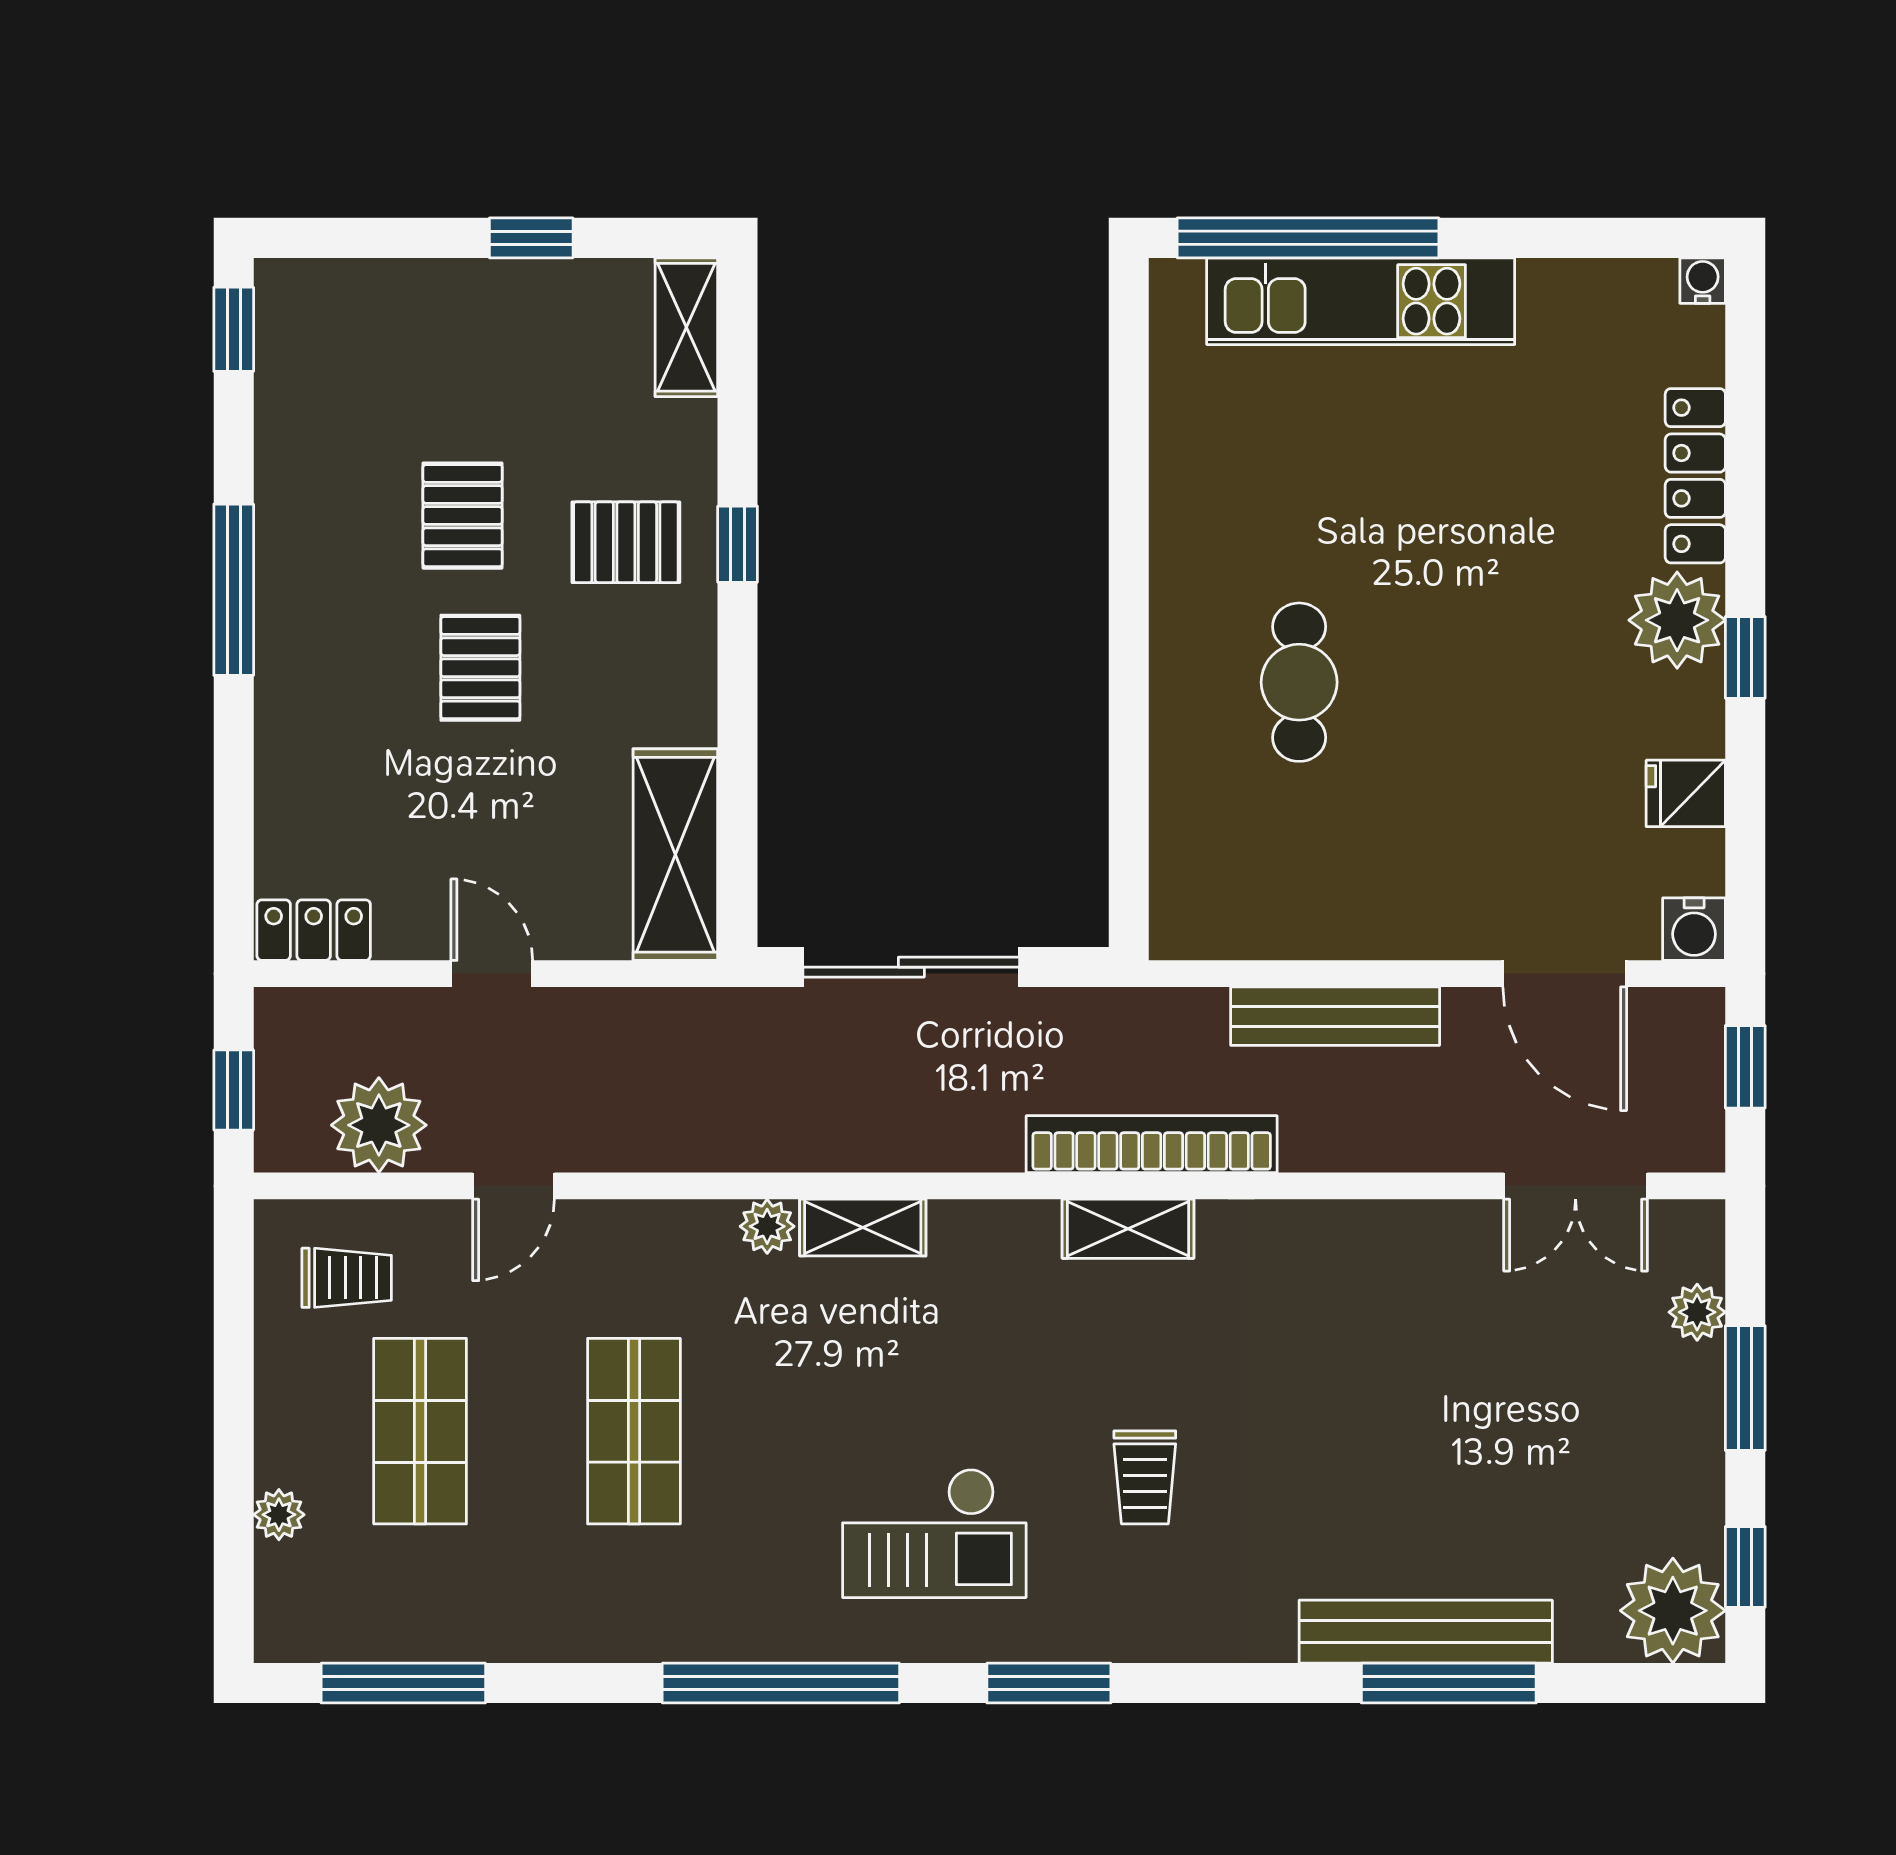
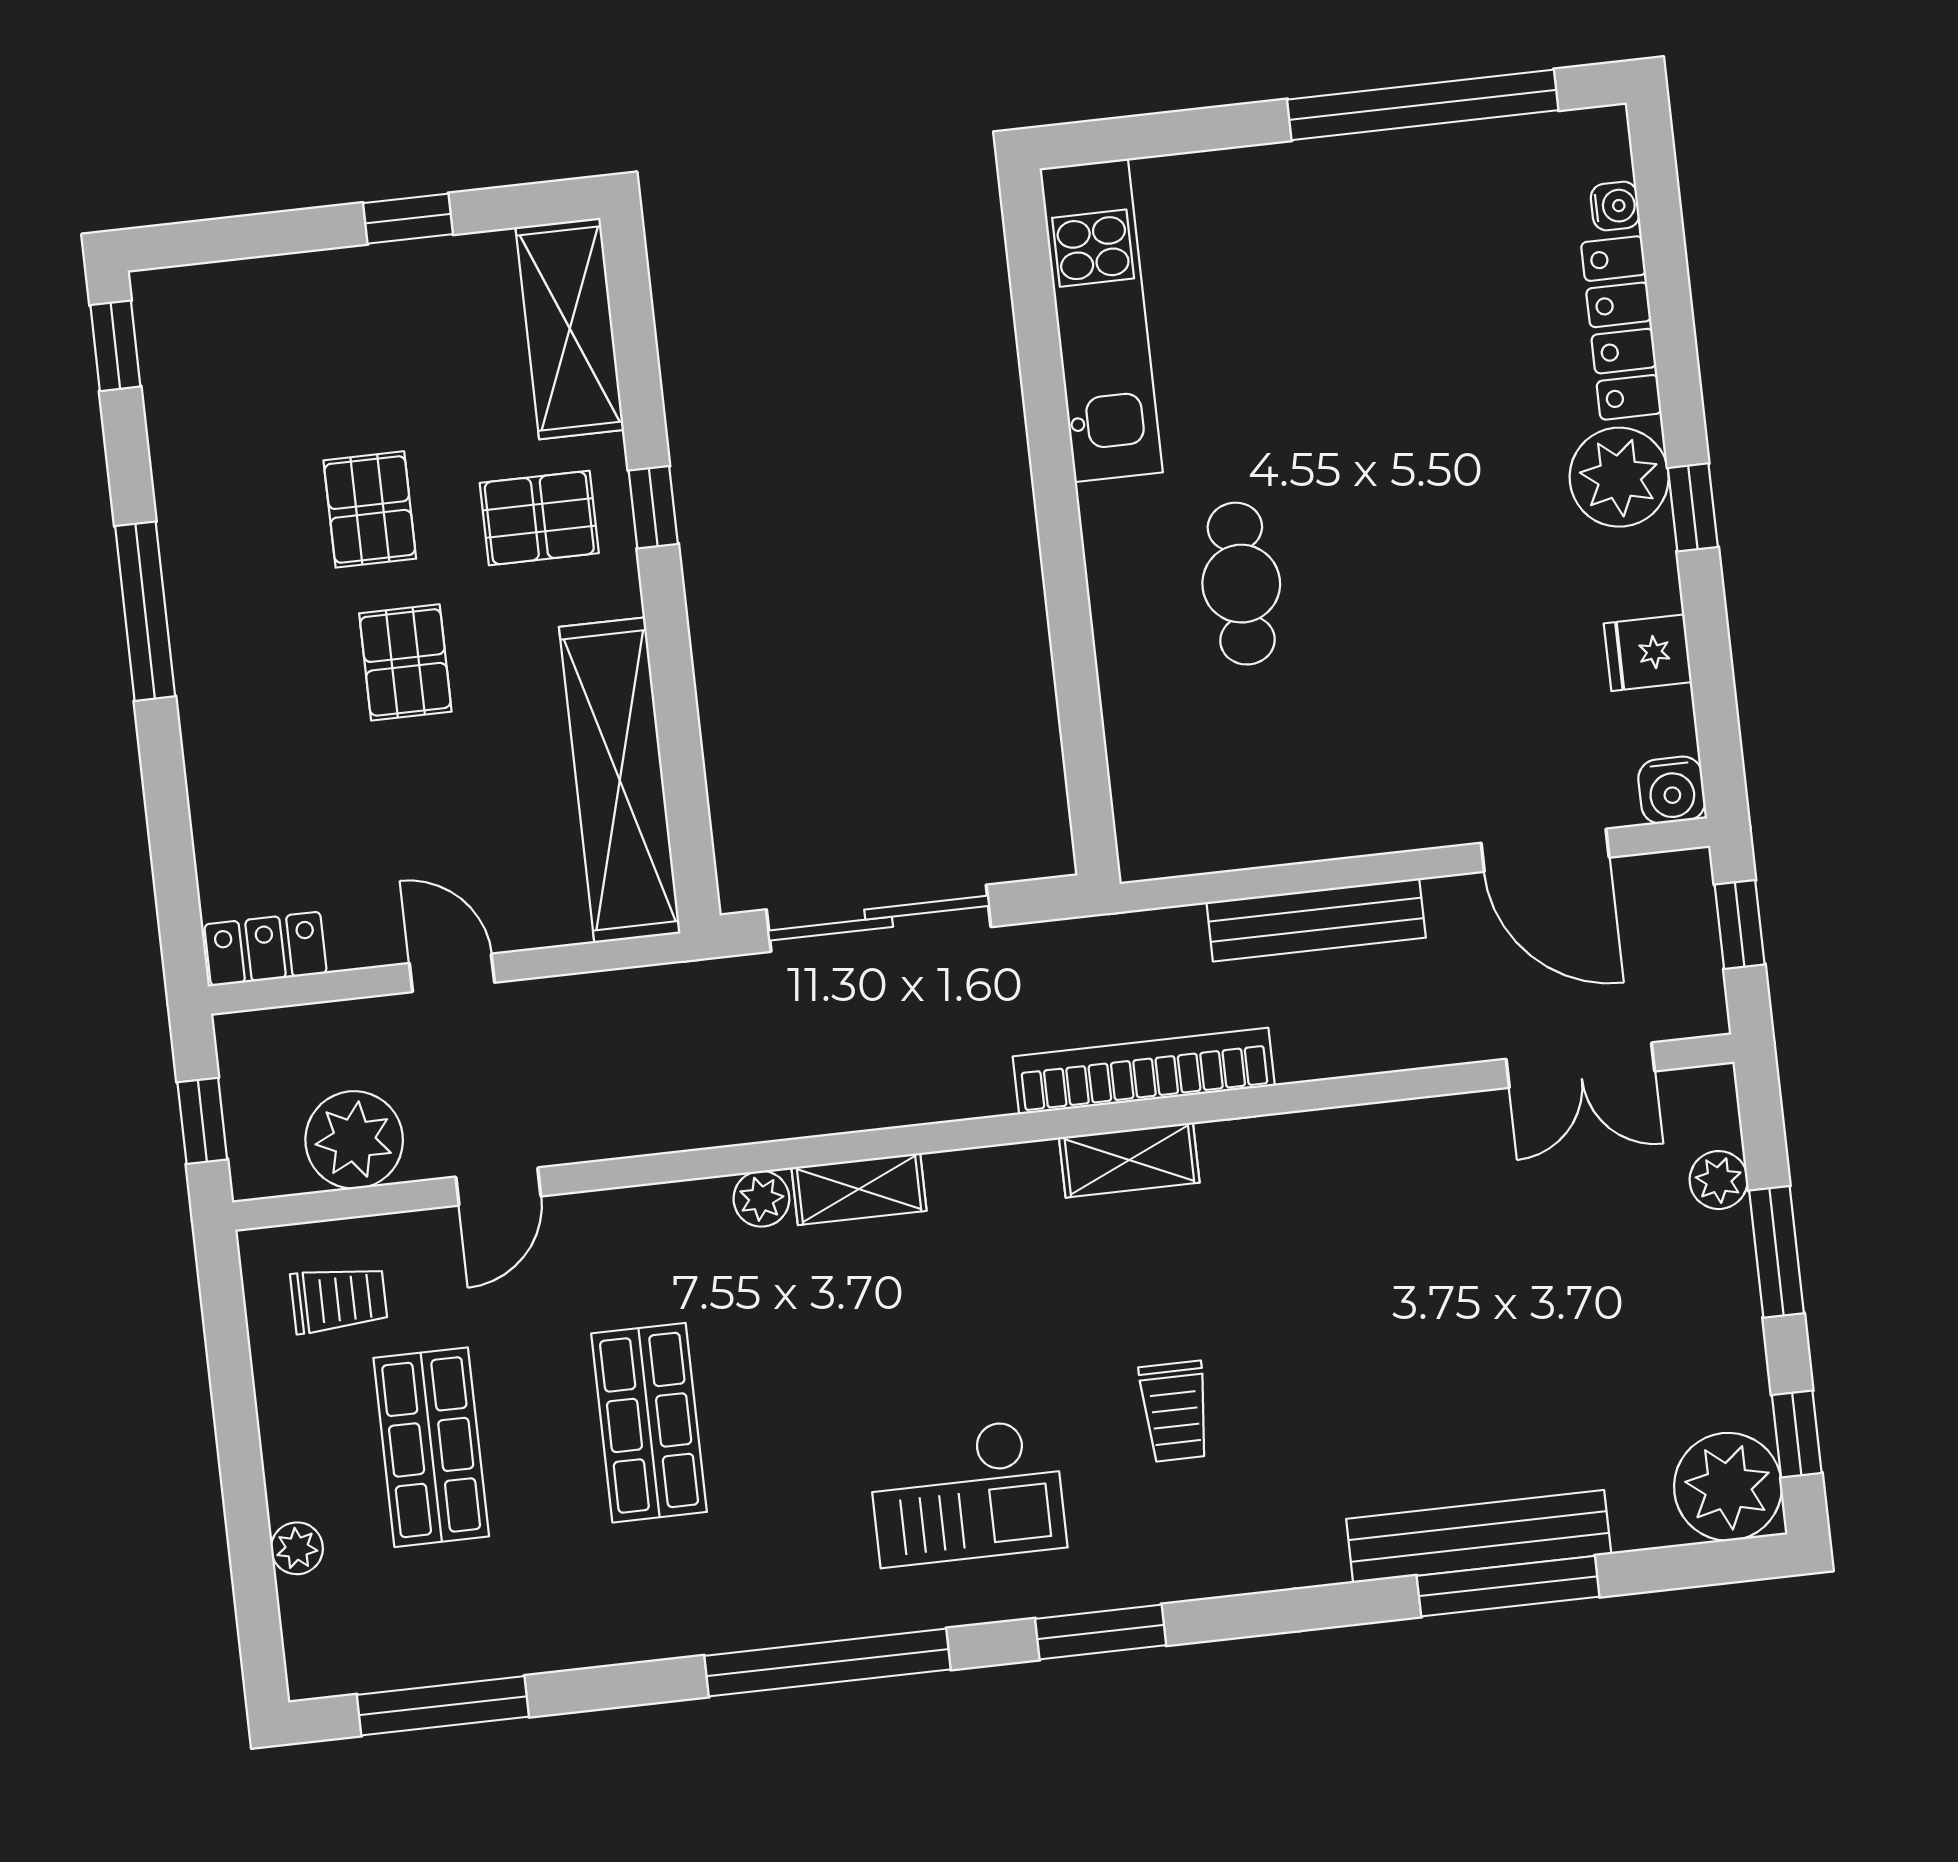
window: (1308, 238) -> (1423, 105), moved
water cooler: (1703, 281) -> (1615, 206), moved, turned 90
kitchen unit: (1361, 301) -> (1101, 320), moved, turned -90
shelving: (686, 327) -> (570, 329), width x1.50, depth x1.33
shelving: (675, 855) -> (620, 780), width x1.47

